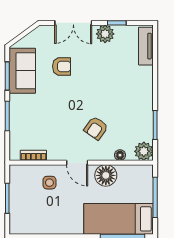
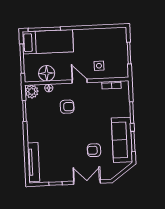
plant: (105, 34) -> (64, 175), removed
tv unit: (146, 46) -> (33, 162), width x1.41
sofa: (22, 71) -> (122, 140), width x1.36
armchair: (96, 128) -> (67, 107), turned 55
floor lamp: (106, 175) -> (47, 73), moved

